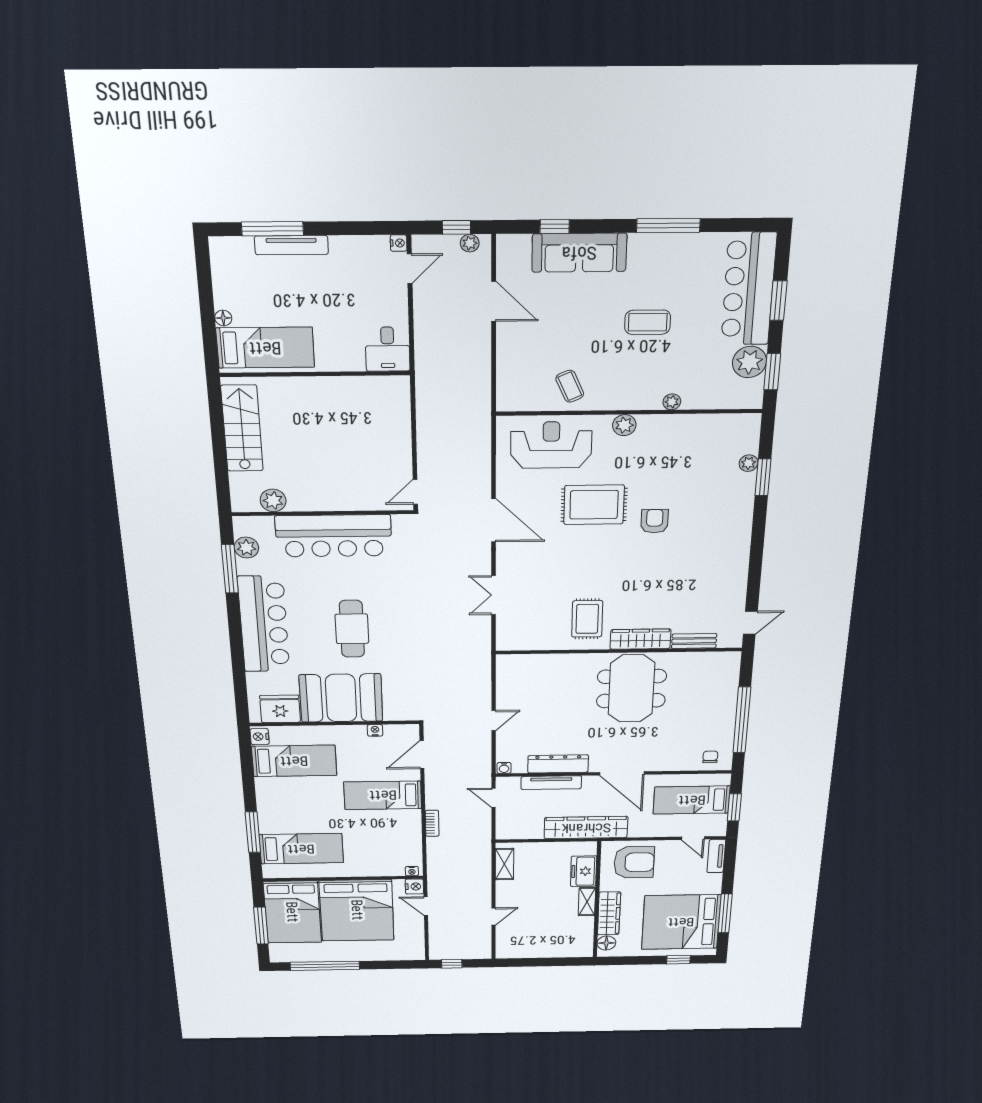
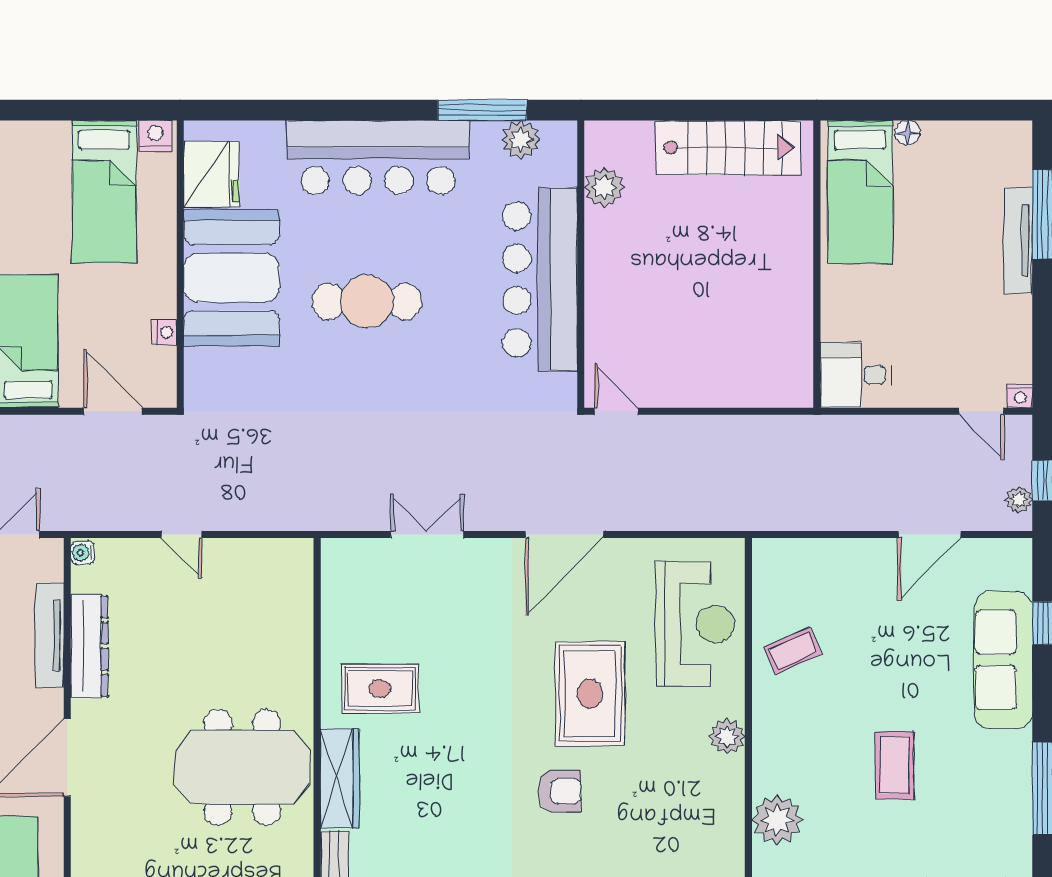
plant: (672, 402) -> (777, 820), width x1.88, depth x1.88

